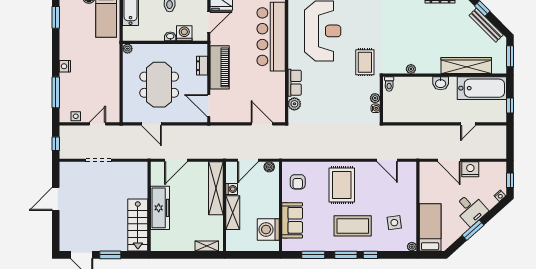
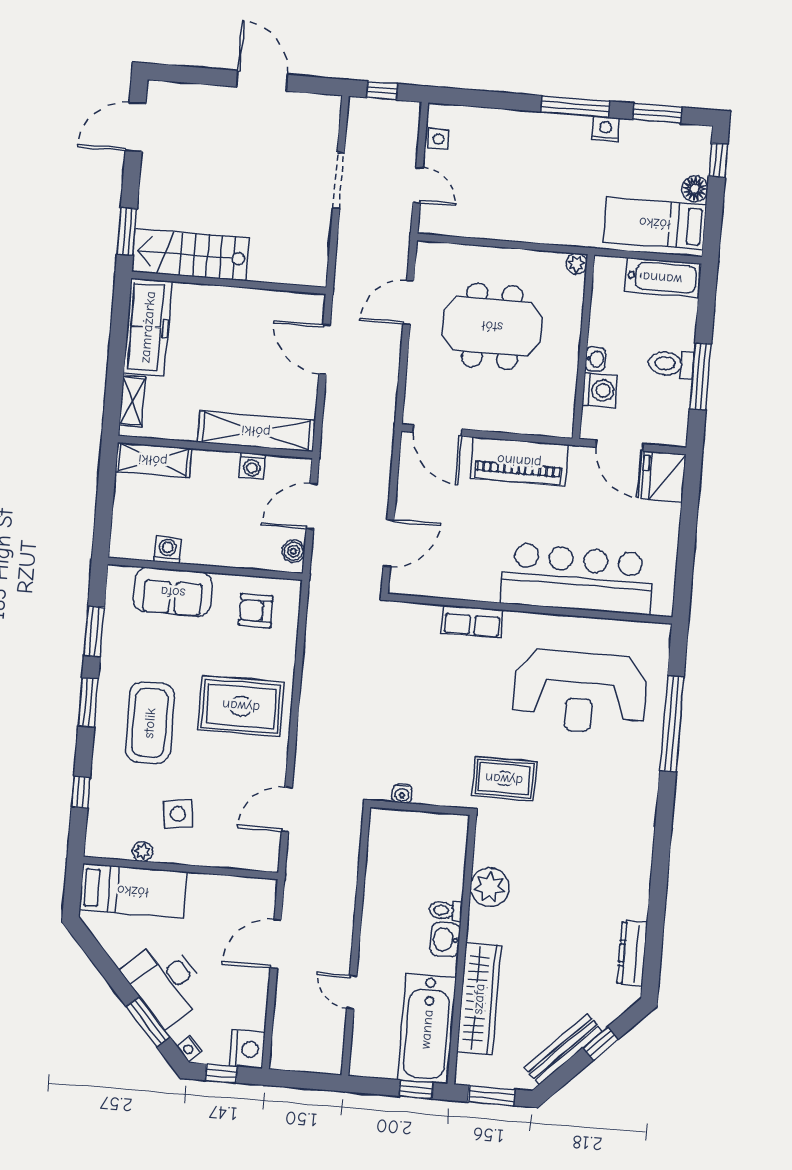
nightstand: (65, 66) -> (605, 129), moved
dresser: (202, 66) -> (526, 423), removed
plant: (411, 69) -> (490, 887), width x1.88, depth x1.88
toilet: (389, 84) -> (446, 911), moved
window: (56, 92) -> (575, 107), moved
plant: (375, 98) -> (424, 794), removed
plant: (294, 104) -> (426, 618), removed
door: (209, 106) -> (438, 431), swing flipped
window: (510, 106) -> (416, 1089), moved
door: (248, 160) -> (312, 506), hinge flipped
nightstand: (470, 169) -> (247, 1049), moved
freezer: (160, 208) -> (148, 327), moved, turned -90
desk: (471, 209) -> (165, 982), width x1.37
shelving: (233, 213) -> (153, 460), moved
side table: (394, 223) -> (178, 814), moved
washing machine: (268, 230) -> (168, 550), width x0.53, depth x0.53
window: (473, 230) -> (148, 1022), moved
plant: (412, 247) -> (142, 852), moved
window: (110, 255) -> (127, 232), moved
window: (370, 255) -> (81, 792), moved

